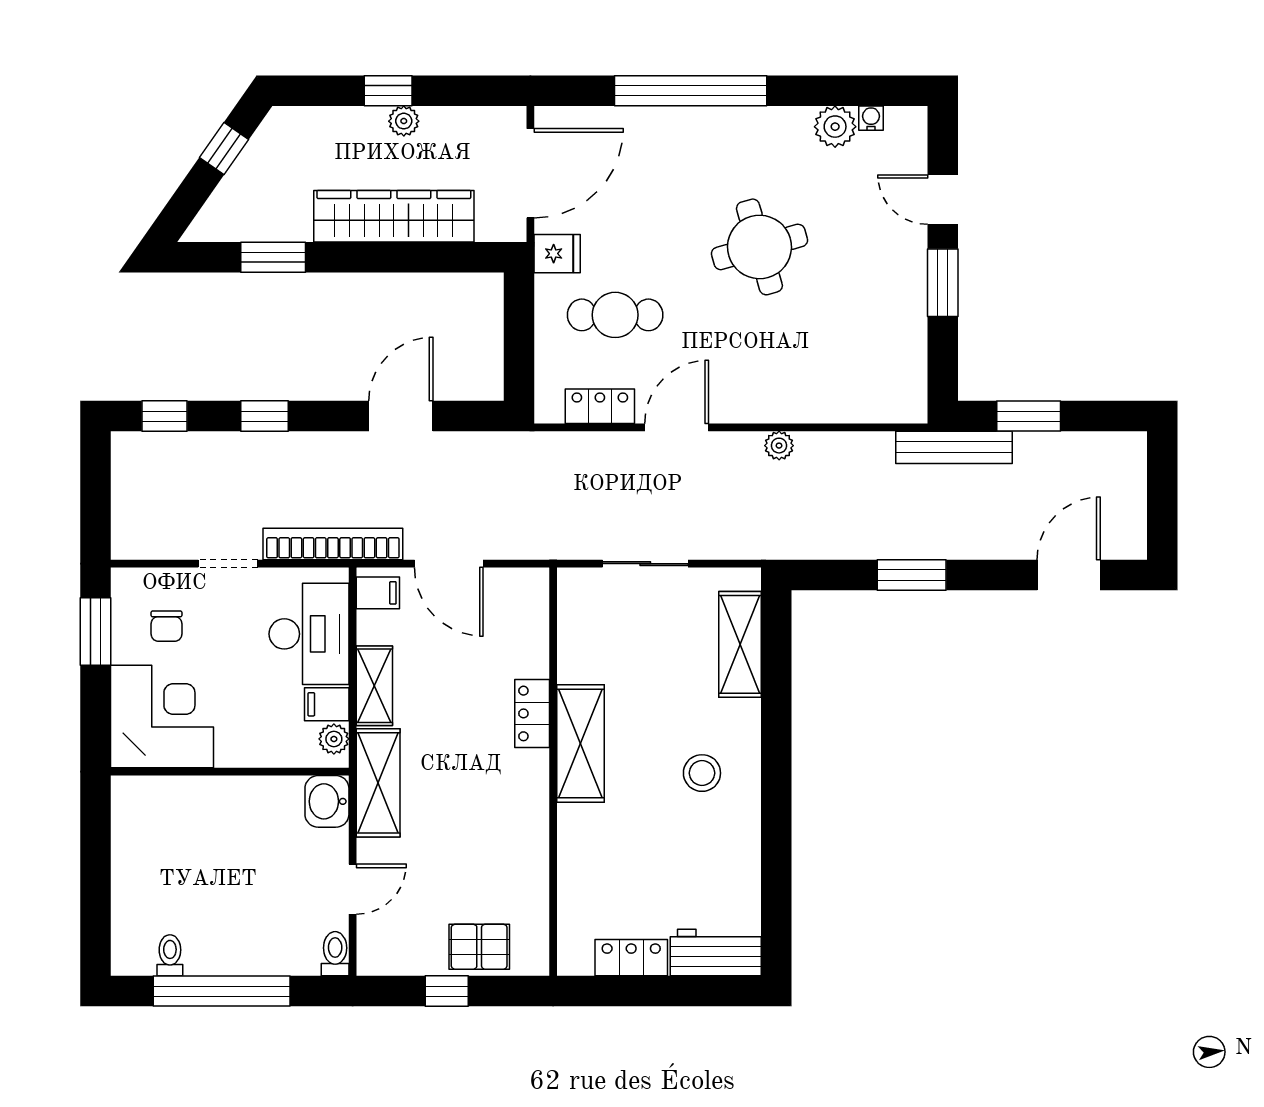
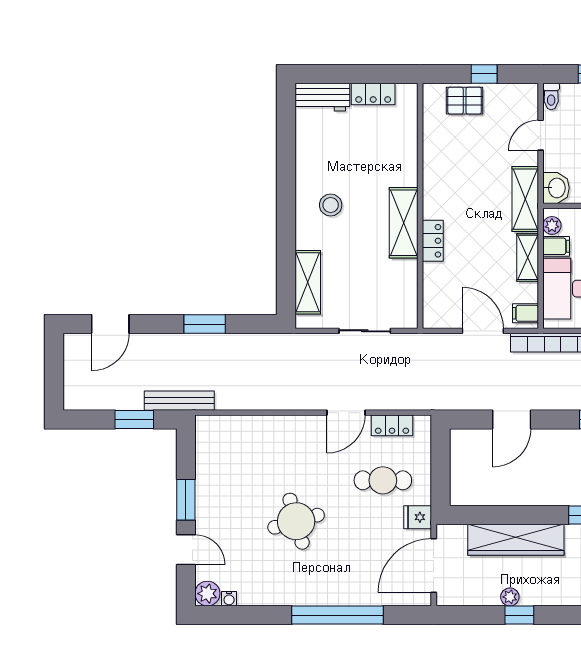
plant: (835, 127) -> (207, 594), moved
plant: (779, 446) -> (284, 402), removed

